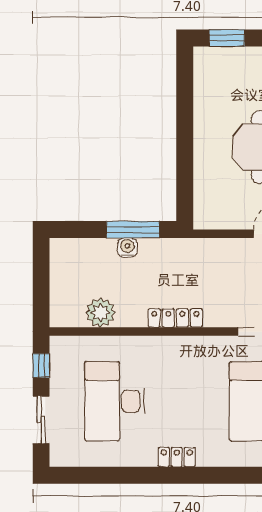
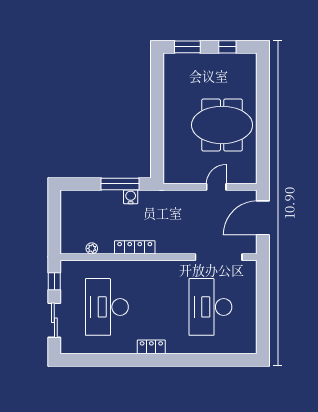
water cooler: (127, 248) -> (131, 197), moved
plant: (100, 313) -> (92, 248), width x0.53, depth x0.53
locker: (175, 318) -> (135, 247), moved

